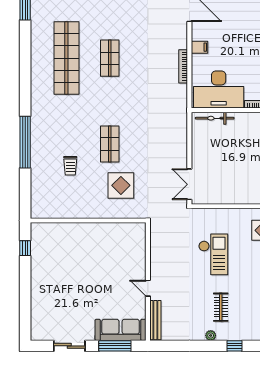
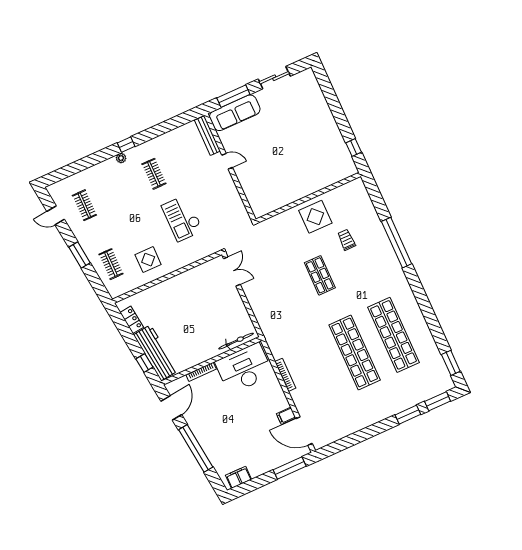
filing cabinet: (200, 47) -> (286, 416), moved
shop shelf: (110, 58) -> (355, 352), width x2.00, depth x1.36
display table: (121, 185) -> (315, 217), moved
plant: (211, 335) -> (121, 158), moved

